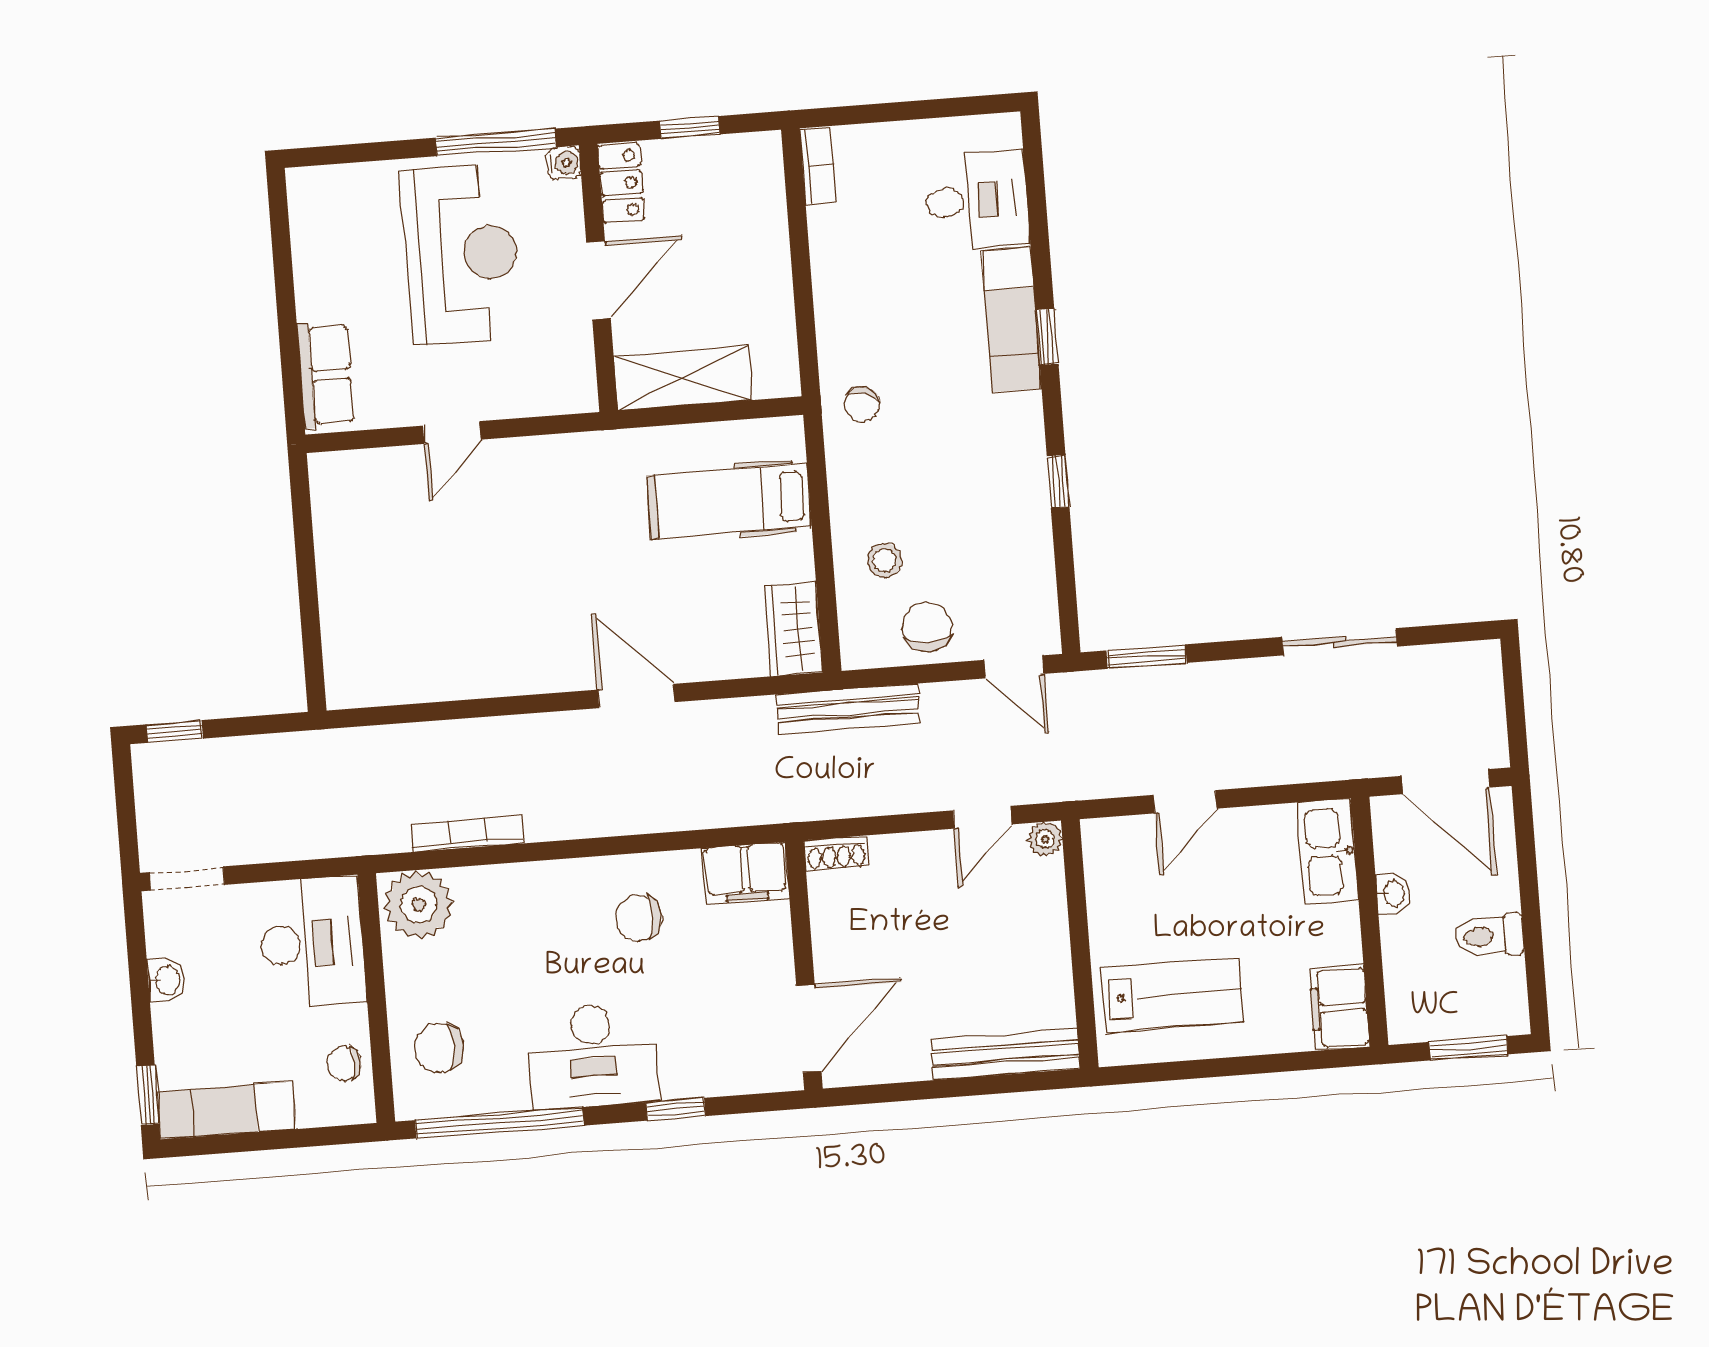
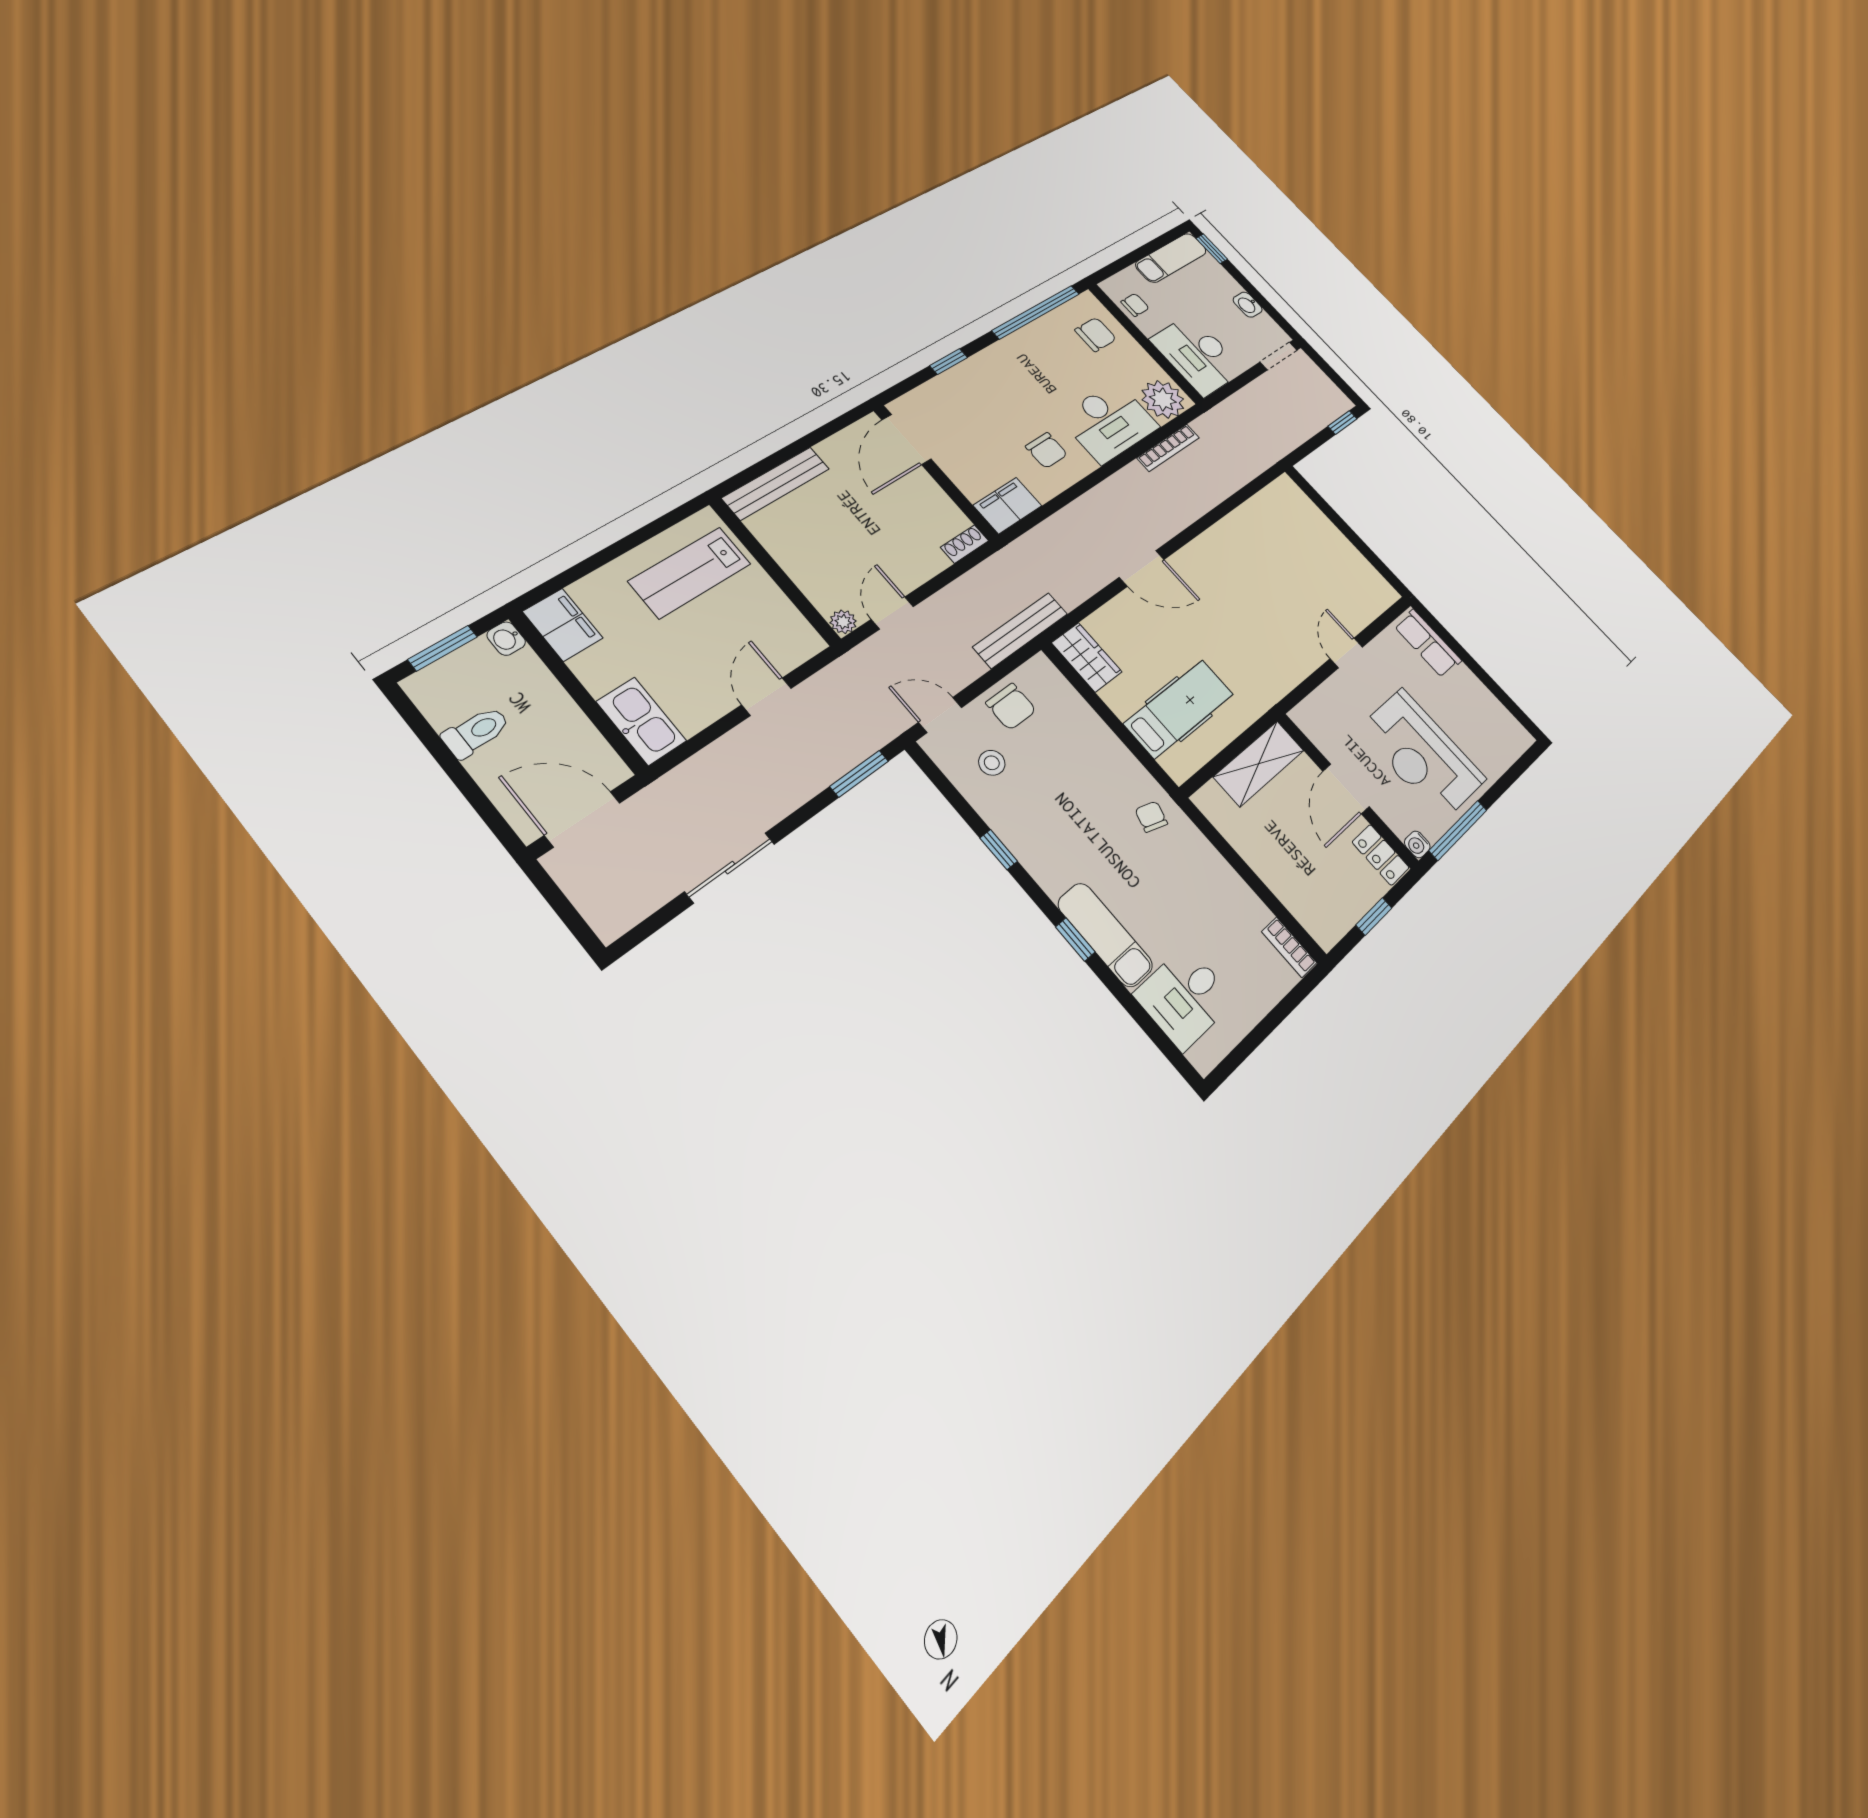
stool: (885, 560) -> (992, 763), moved
washbasin: (1393, 894) -> (506, 639), moved
chair: (639, 918) -> (1046, 450), turned 90
desk: (593, 1056) -> (1109, 422), moved, turned 180

